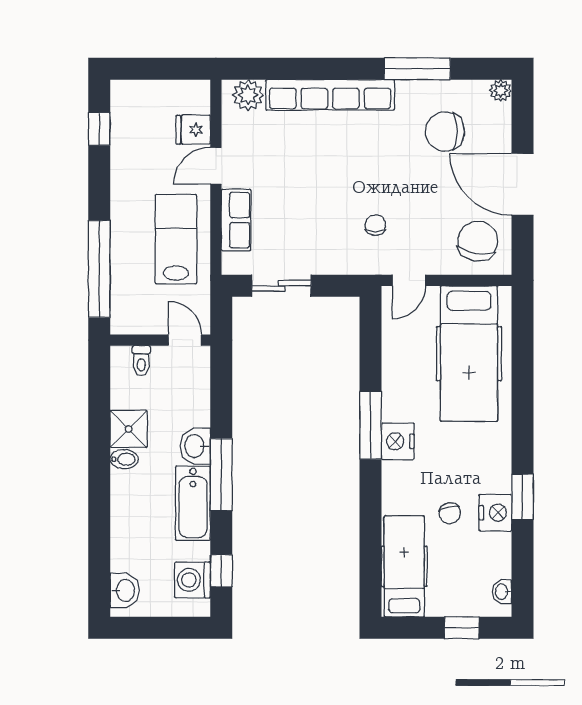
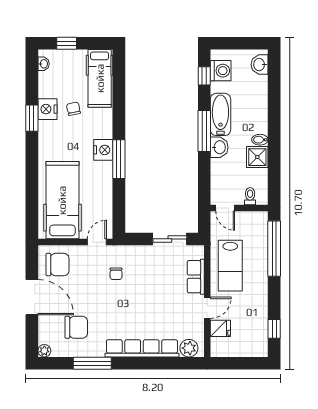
chair: (478, 241) -> (57, 265), turned -99

